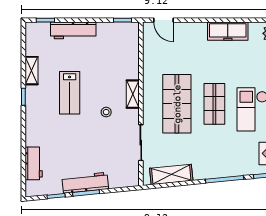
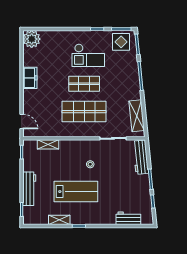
door: (164, 20) -> (22, 121), hinge flipped
freezer: (228, 31) -> (30, 78), width x0.71
lab bench: (70, 93) -> (76, 192), width x1.36, depth x1.39
shelving: (133, 94) -> (48, 144), moved
workbench: (85, 183) -> (141, 157), moved

